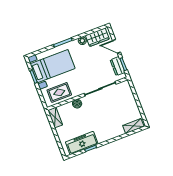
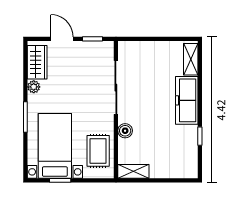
door: (117, 46) -> (62, 39), swing flipped
dresser: (118, 66) -> (92, 49), removed
freezer: (82, 143) -> (187, 100), moved

